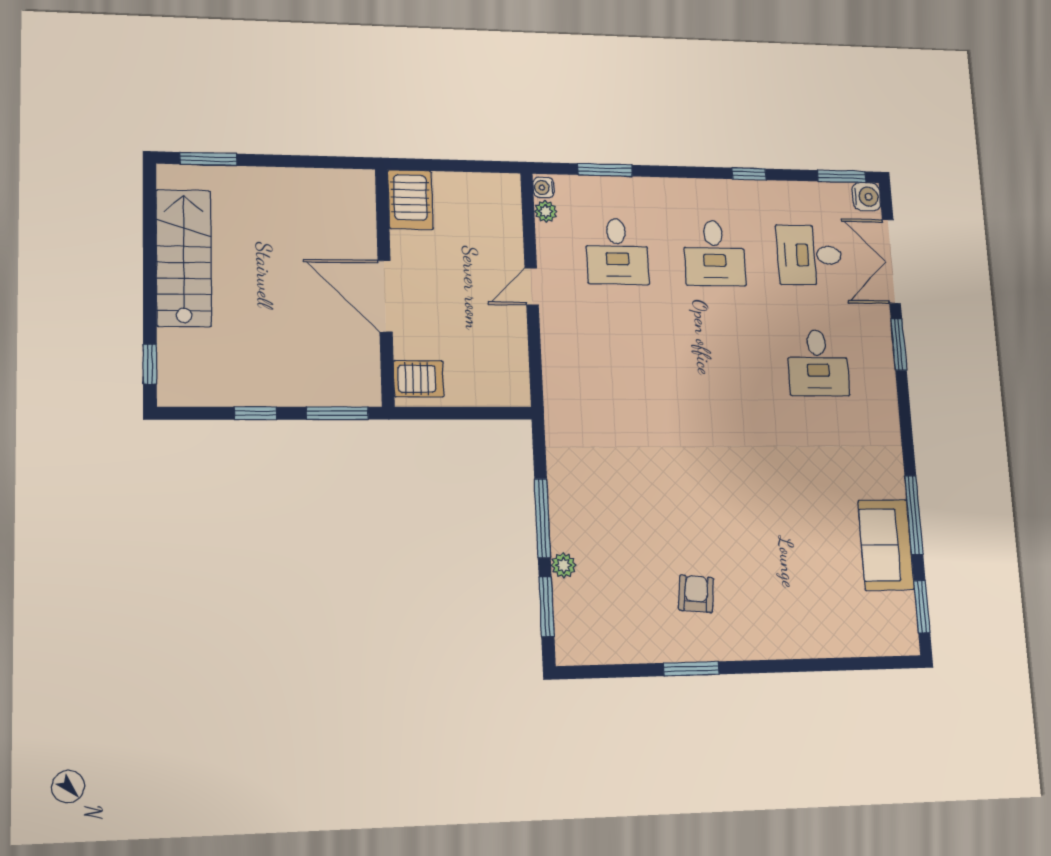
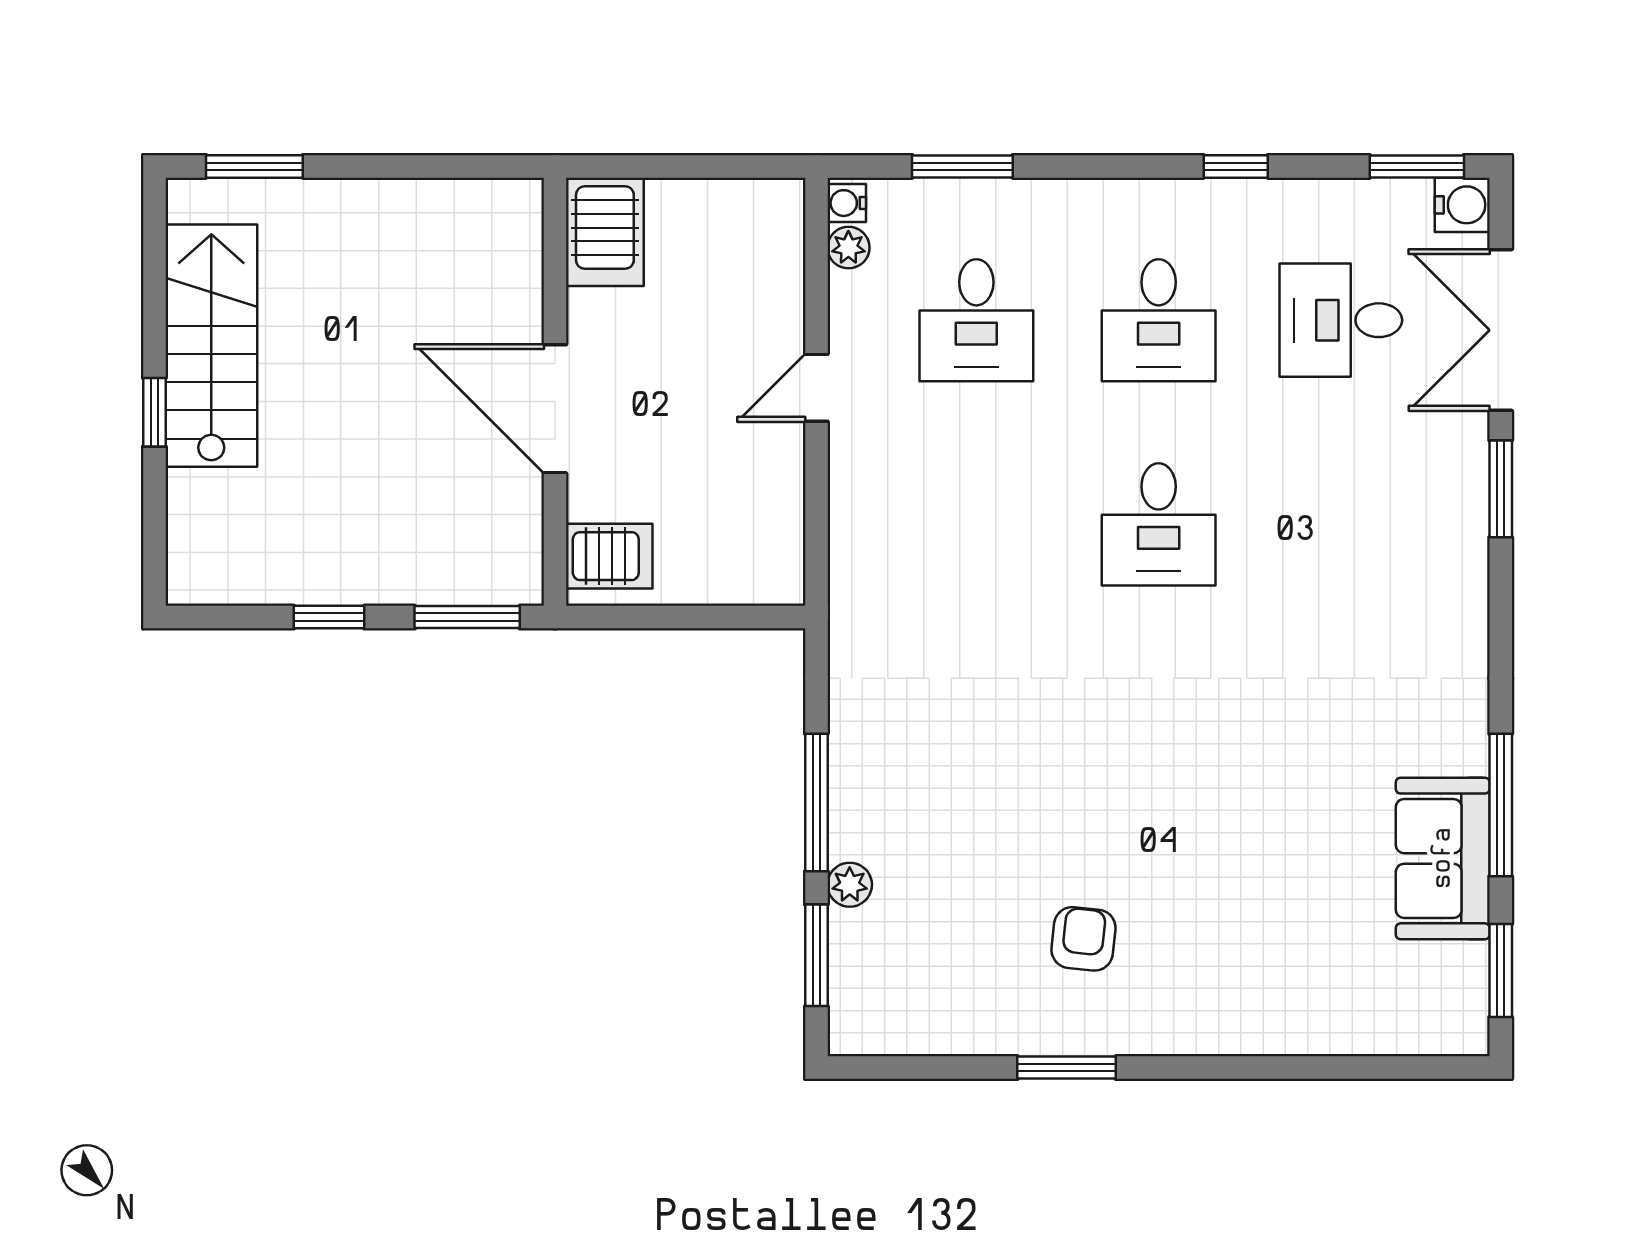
desk: (818, 363) -> (1159, 524), moved
window: (150, 364) -> (154, 412), moved

